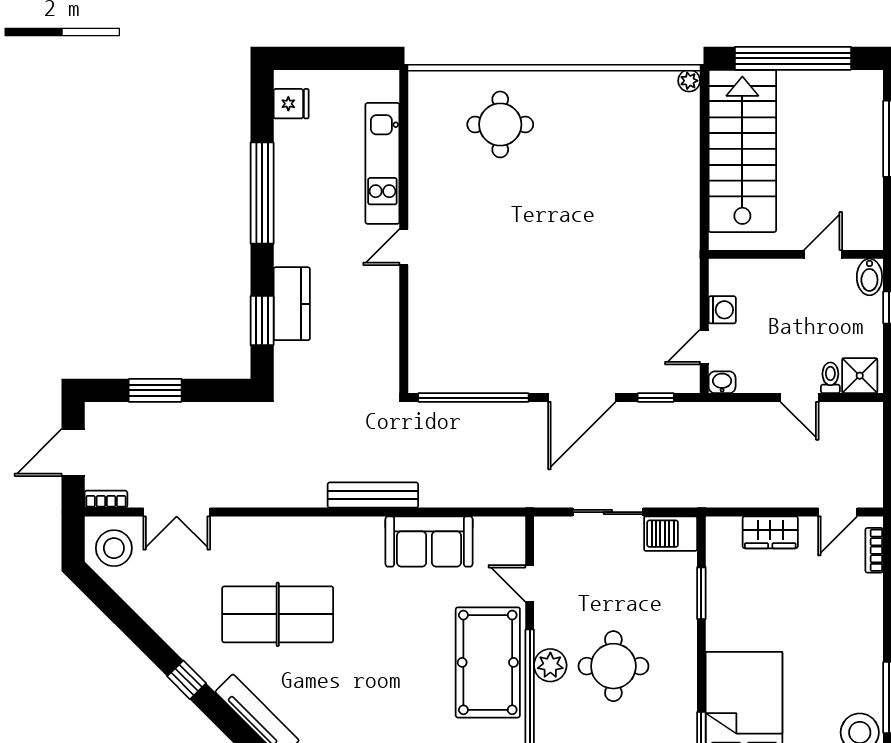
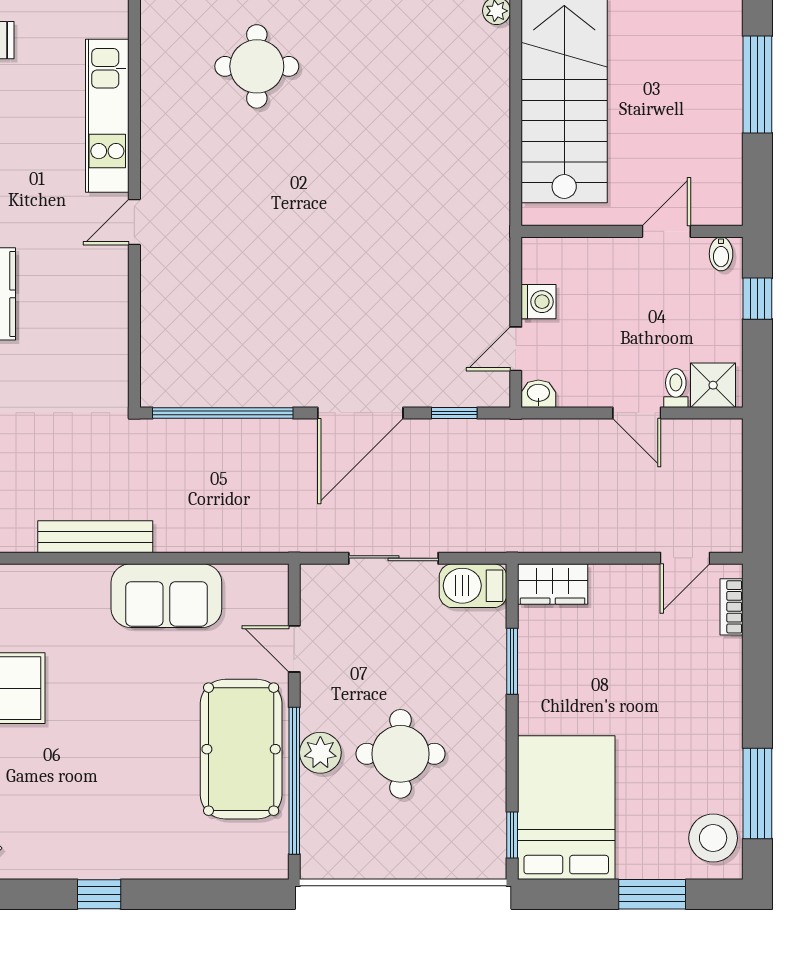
bidet: (869, 277) -> (721, 254), width x0.72, depth x0.74
wardrobe: (770, 532) -> (553, 584), moved

